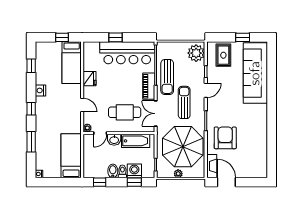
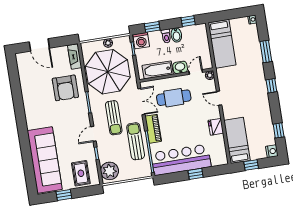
nightstand: (40, 90) -> (272, 151), moved
washing machine: (134, 171) -> (141, 41), moved
door: (226, 182) -> (39, 45), moved

